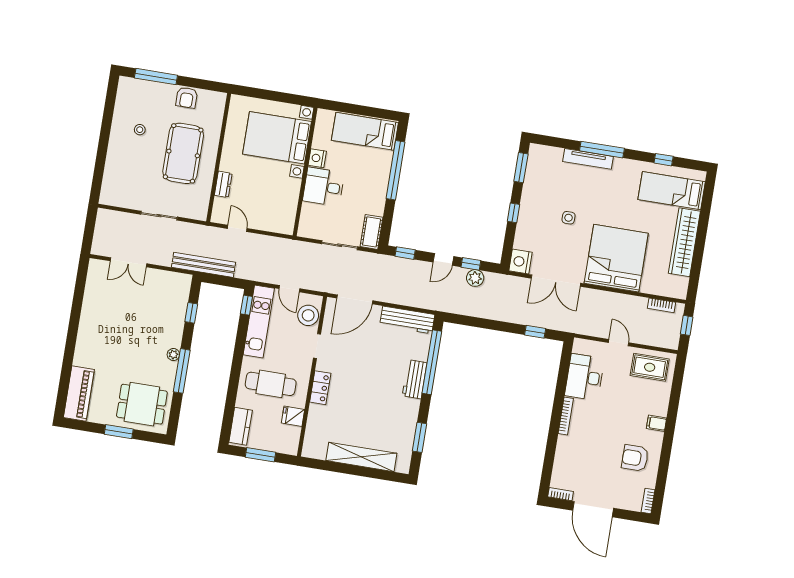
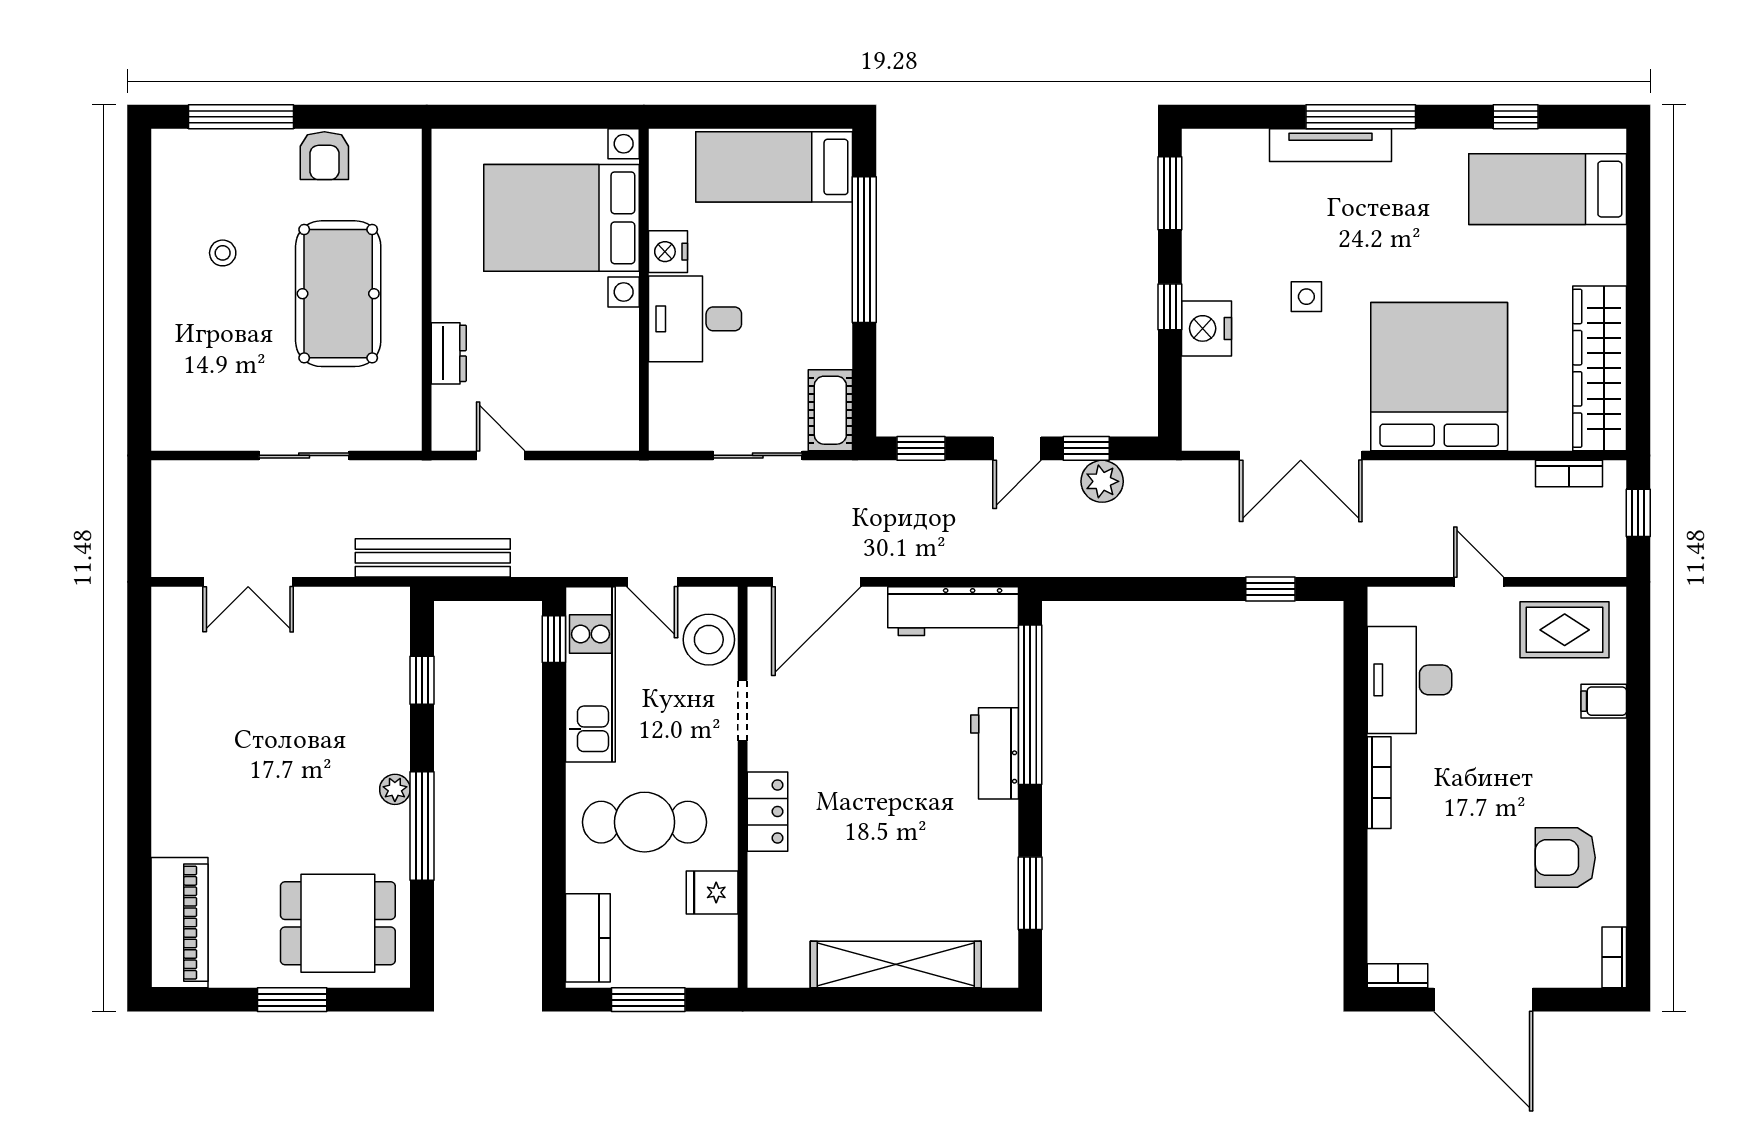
wardrobe: (684, 242) -> (1600, 368), moved
nightstand: (521, 262) -> (1207, 328), moved
filing cabinet: (656, 423) -> (1604, 701), moved

